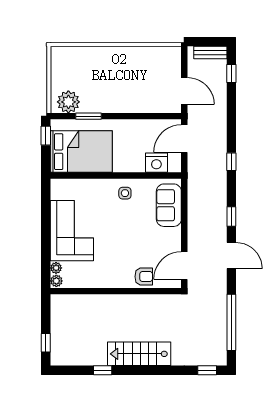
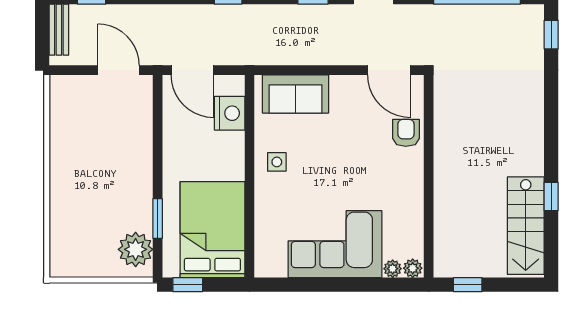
door: (184, 91) -> (118, 70), hinge flipped
window: (46, 343) -> (468, 285), moved
stairs: (139, 354) -> (526, 226), moved

